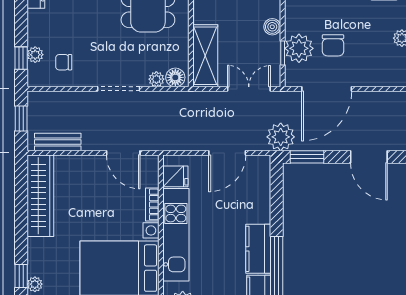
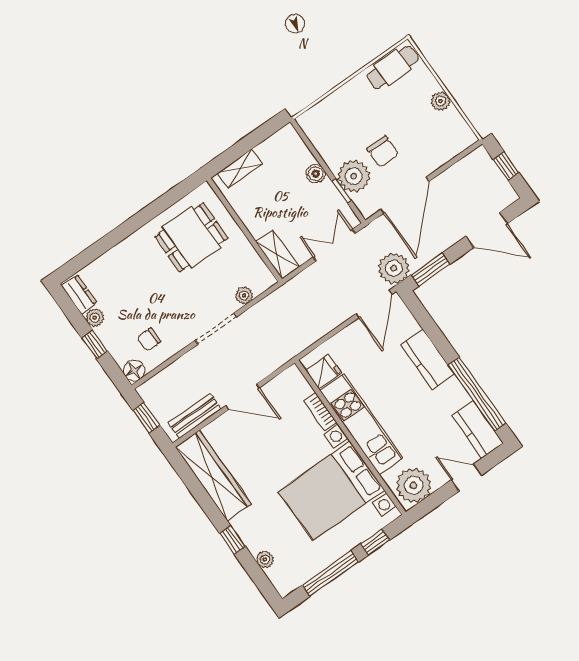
plant: (35, 55) -> (95, 318), moved
shelving: (205, 56) -> (277, 254), width x0.67, depth x0.75
window: (21, 58) -> (95, 344), moved
floor lamp: (175, 77) -> (134, 371), moved
door: (123, 153) -> (242, 397), moved
door: (227, 153) -> (374, 304), moved
kitchen counter: (258, 249) -> (428, 359), moved
window: (21, 276) -> (232, 540), moved

